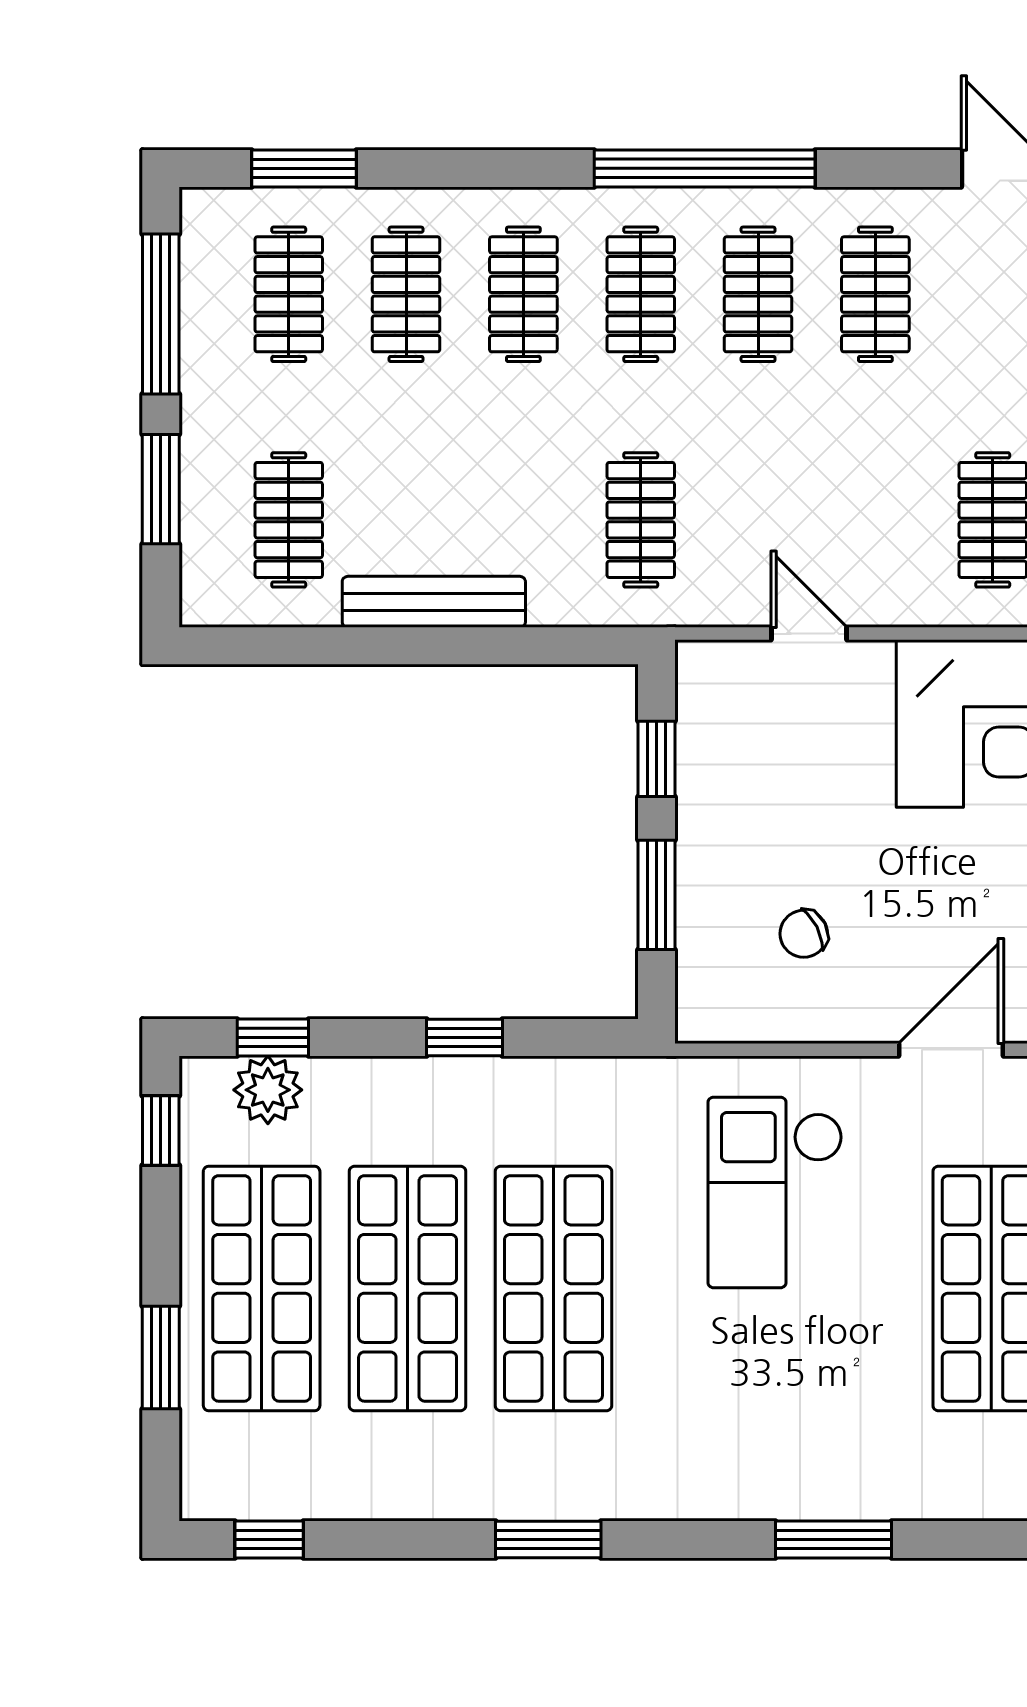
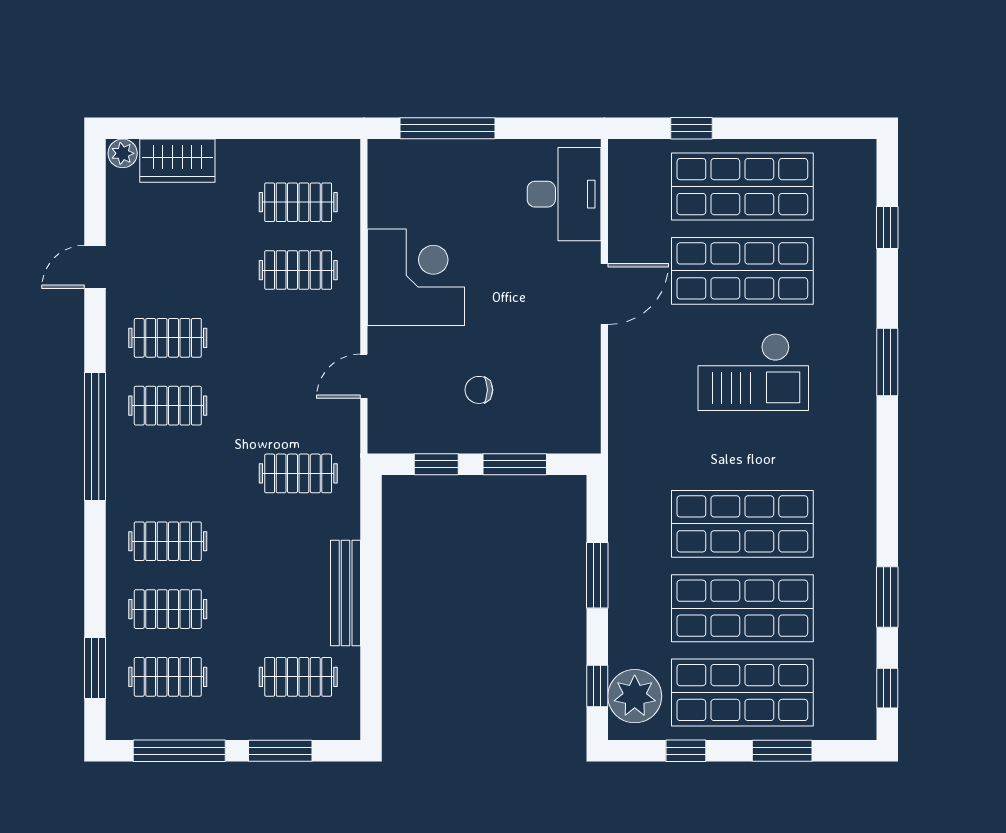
clothes rail: (641, 294) -> (168, 473), removed
chair: (804, 934) -> (479, 390), moved, turned 117
window: (464, 1038) -> (597, 575), width x1.50
door: (951, 1050) -> (604, 294), swing flipped
plant: (268, 1090) -> (635, 696), width x1.36, depth x1.36
window: (161, 1130) -> (686, 751), moved
checkout: (775, 1192) -> (753, 372), moved
window: (548, 1539) -> (887, 597), moved

